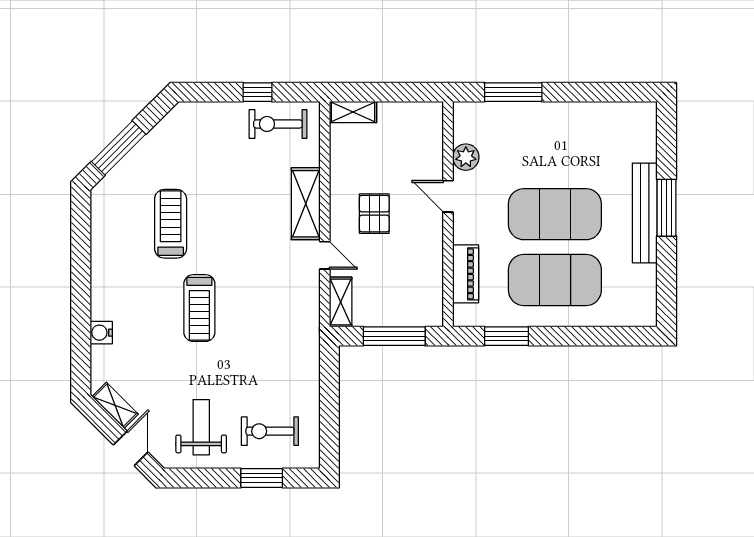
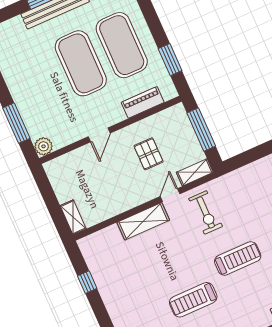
exercise bike: (278, 124) -> (206, 212), moved
plant: (466, 157) -> (43, 146), moved
pallet: (374, 214) -> (149, 154), moved, turned 90

